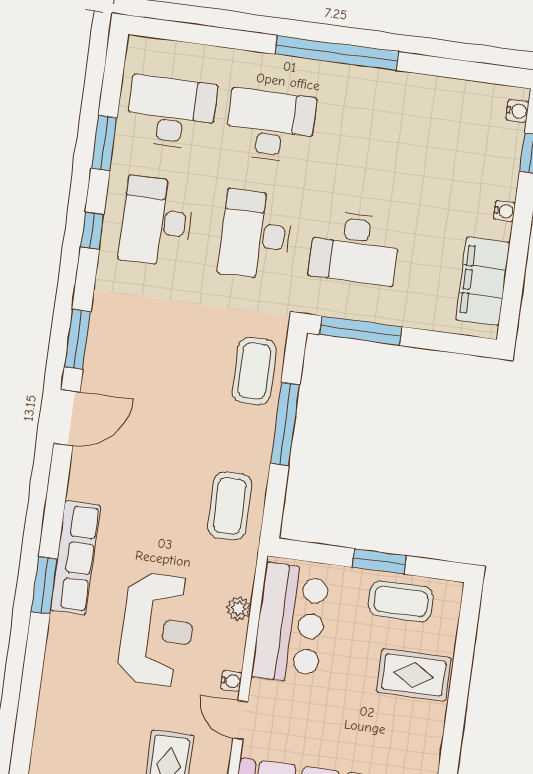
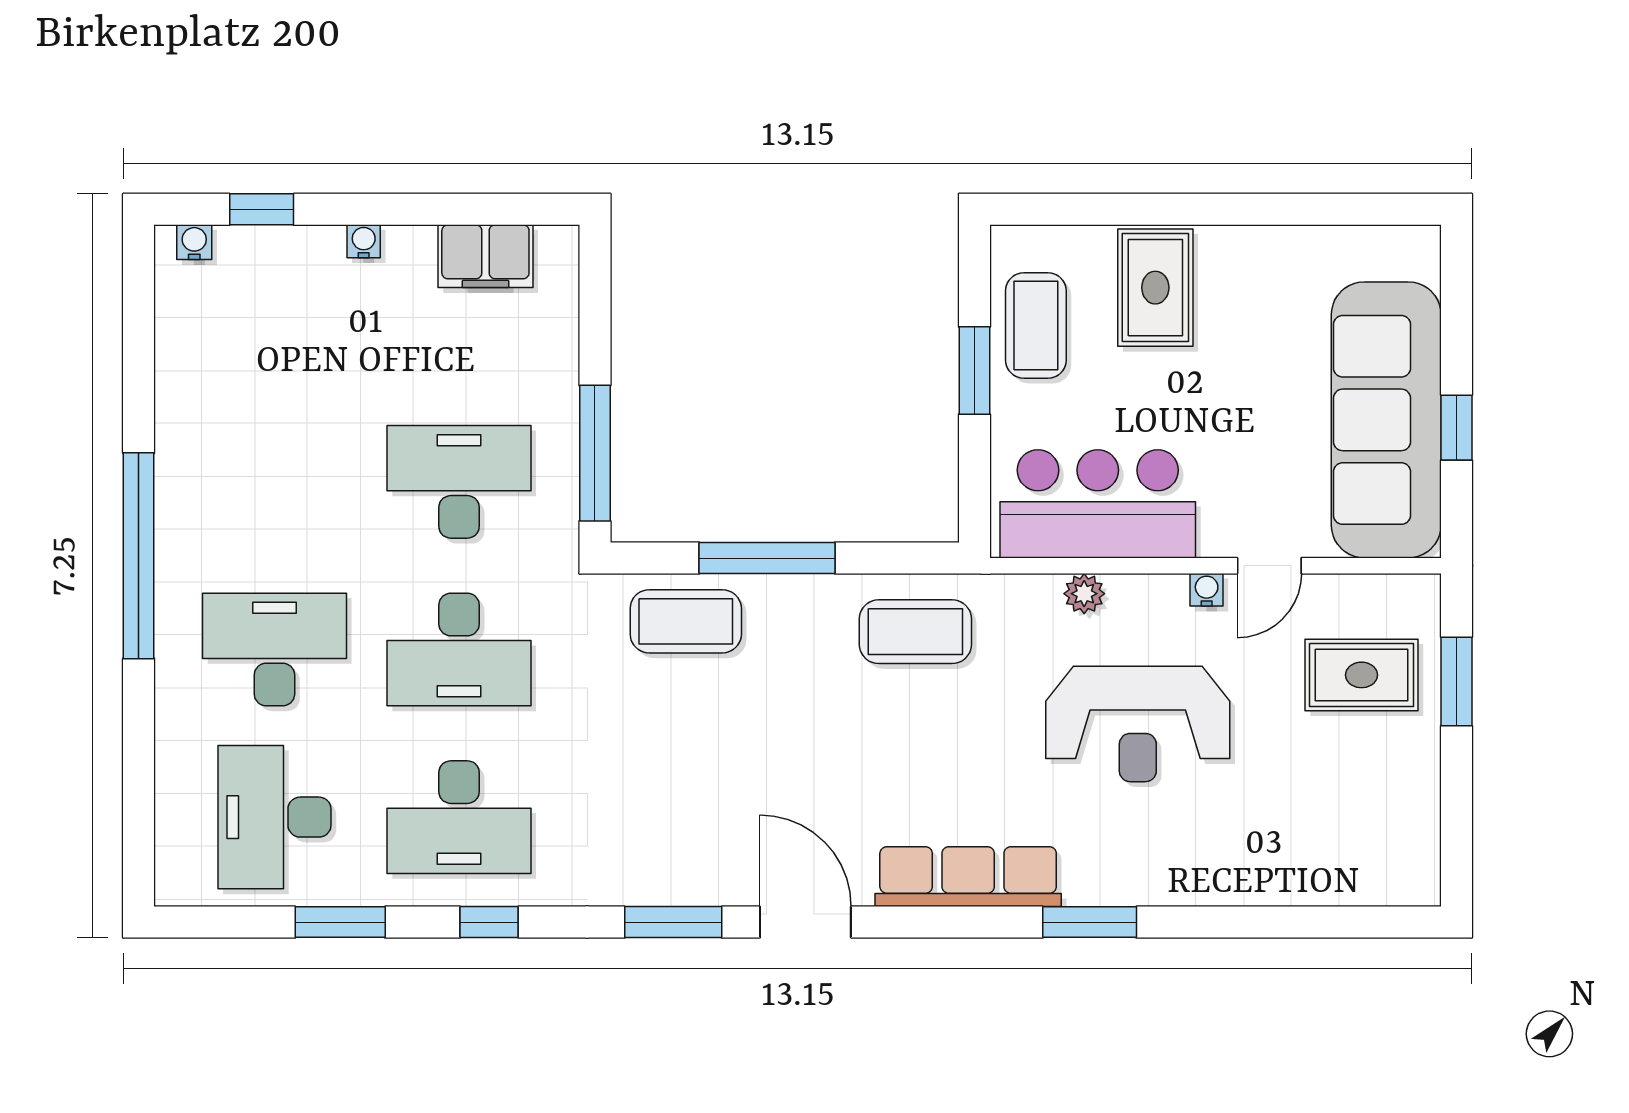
desk: (270, 126) -> (274, 649), turned 90
desk: (355, 248) -> (459, 482), turned -90
filing cabinet: (483, 281) -> (485, 256), width x0.67, depth x0.86
row of seats: (75, 558) -> (968, 877), moved
reception desk: (157, 630) -> (1138, 724), turned 180

